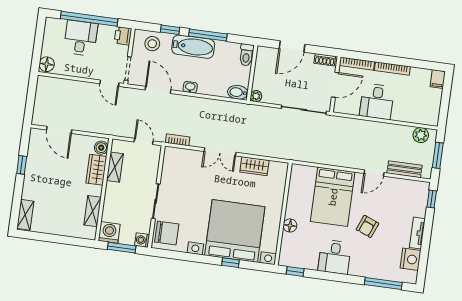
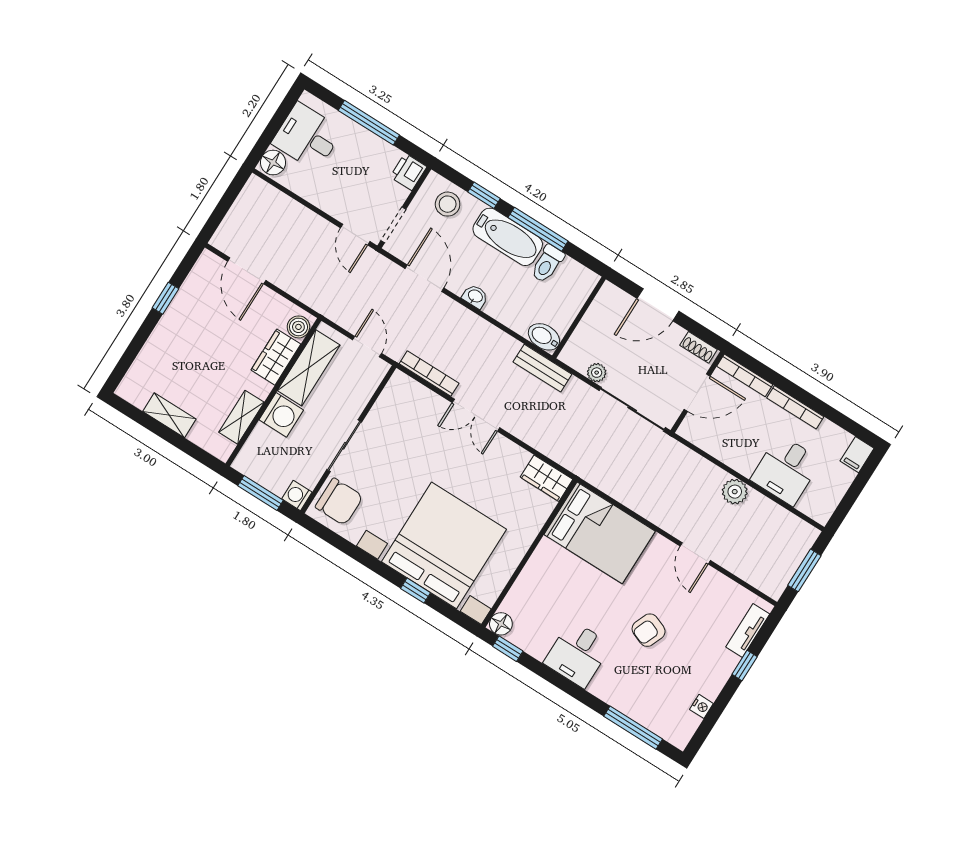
window: (89, 19) -> (369, 123), width x0.68
desk: (81, 38) -> (307, 137), moved, turned -90
toilet: (246, 55) -> (547, 264), moved
plant: (256, 96) -> (597, 373), moved
desk: (377, 101) -> (786, 470), moved
plant: (421, 135) -> (735, 492), moved
bookcase: (178, 140) -> (429, 373), width x1.56
wardrobe: (254, 166) -> (547, 478), moved
shelving: (115, 167) -> (309, 368), width x1.50, depth x1.33
bench: (405, 169) -> (542, 368), moved
door: (374, 173) -> (695, 553), hinge flipped
bed: (333, 197) -> (600, 533), moved, turned -90
window: (432, 199) -> (745, 665), moved
shelving: (25, 215) -> (169, 415), moved, turned 90
floor lamp: (290, 225) -> (501, 624), moved
washing machine: (109, 232) -> (281, 415), moved, turned 90
tv unit: (417, 233) -> (748, 630), moved
nightstand: (411, 259) -> (701, 706), width x0.53, depth x0.56

